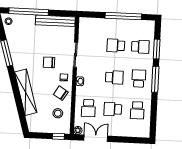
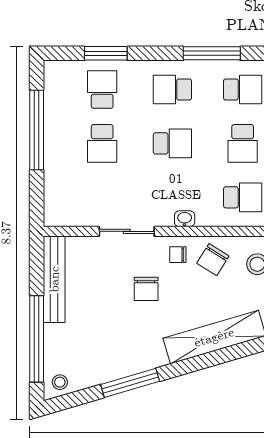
school desk: (114, 77) -> (172, 143), turned 90
window: (155, 79) -> (212, 53), moved

